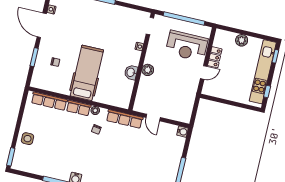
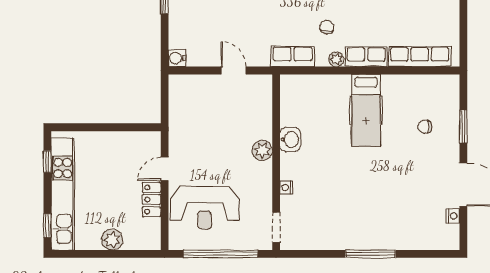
reception desk: (187, 46) -> (205, 208), turned 180
hospital bed: (87, 73) -> (366, 110), width x0.73, depth x0.78
row of seats: (125, 119) -> (293, 56), width x0.68

